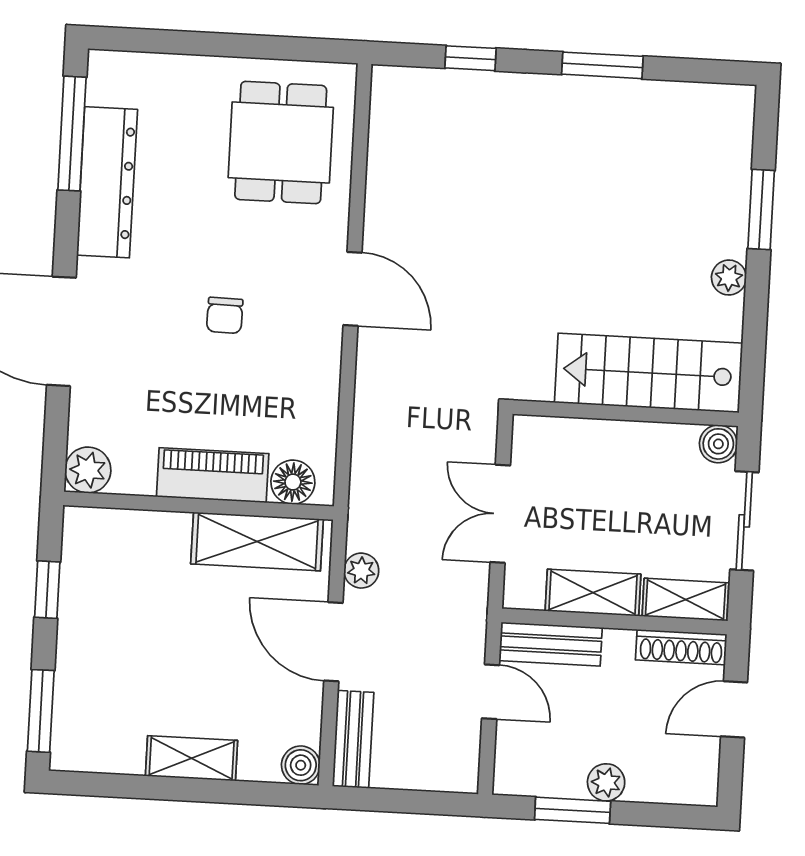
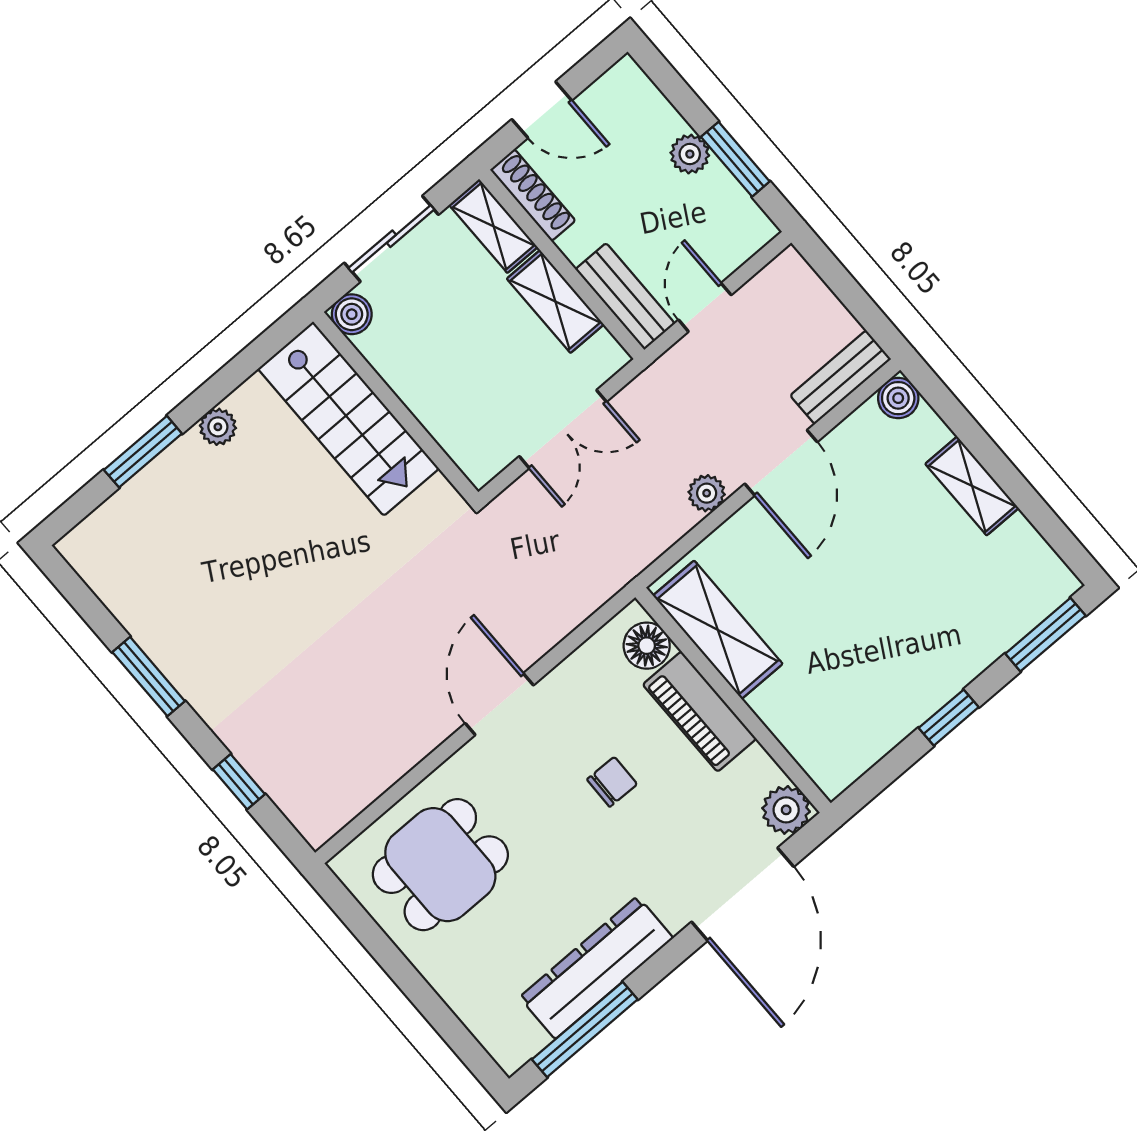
plant: (88, 470) -> (786, 810), moved
piano: (213, 475) -> (700, 712), moved
floor lamp: (293, 482) -> (647, 646), moved
wall: (198, 506) -> (733, 700), moved
shelving: (257, 541) -> (718, 630), moved

